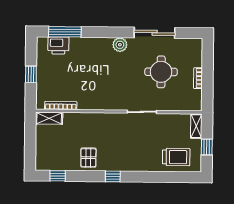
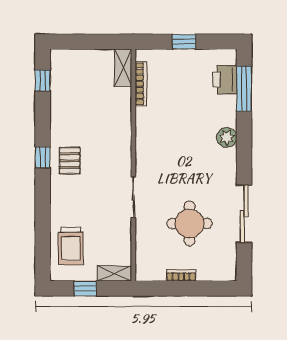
plant: (120, 45) -> (227, 137), moved
pallet: (88, 158) -> (70, 161), moved, turned 90

